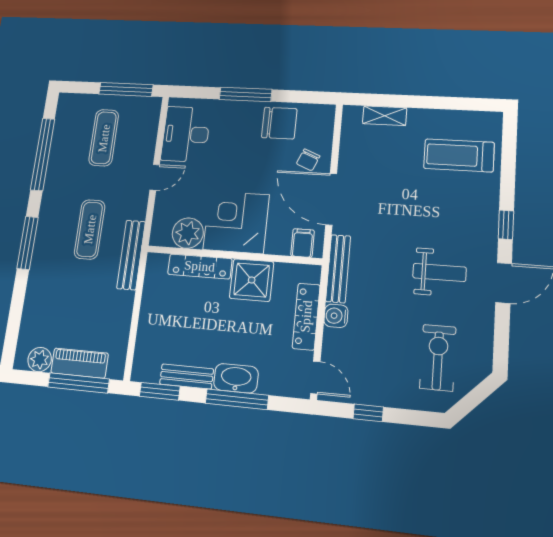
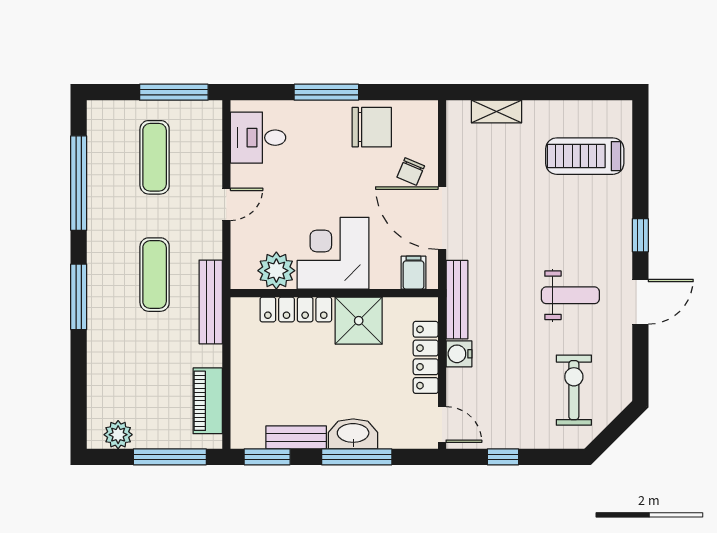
desk: (186, 134) -> (258, 138), width x0.73
piano: (80, 363) -> (208, 401), moved, turned -90

